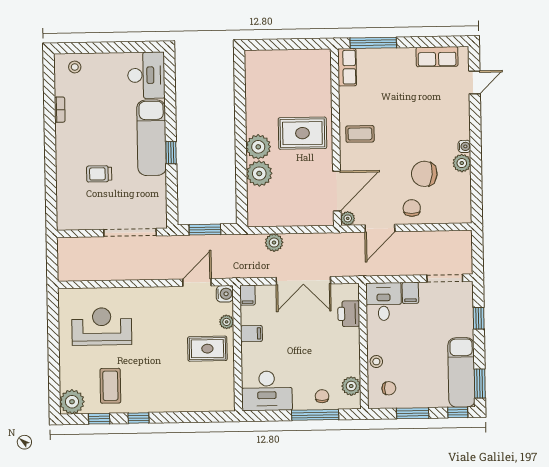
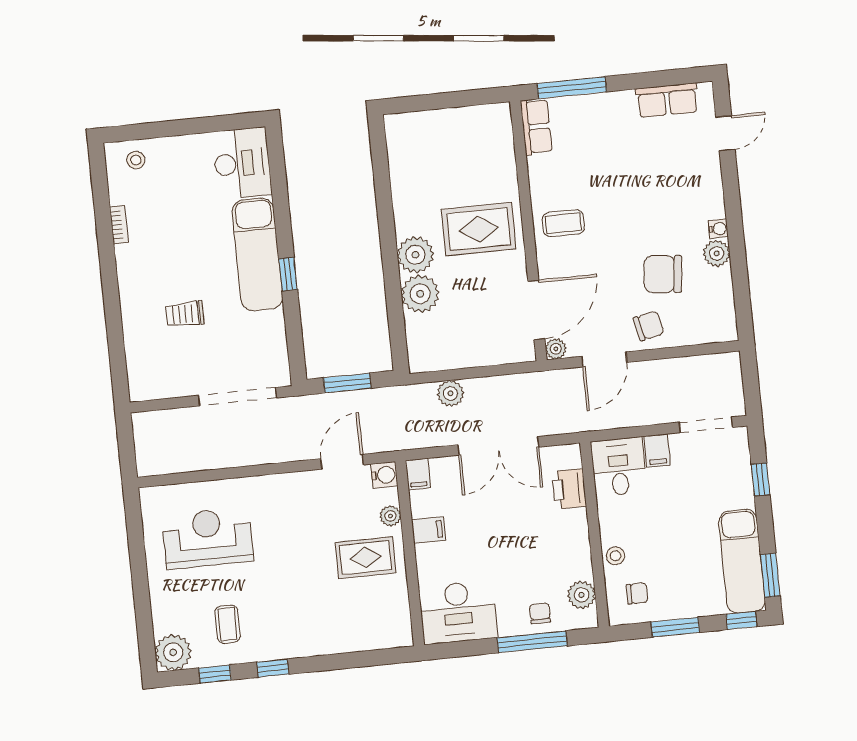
chair: (412, 208) -> (649, 326), turned 77
coffee table: (110, 386) -> (228, 624), width x0.73, depth x0.77

